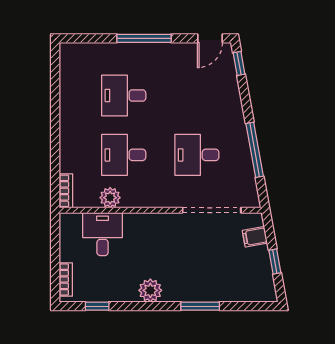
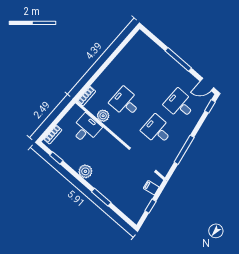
desk: (124, 95) -> (180, 104), moved

